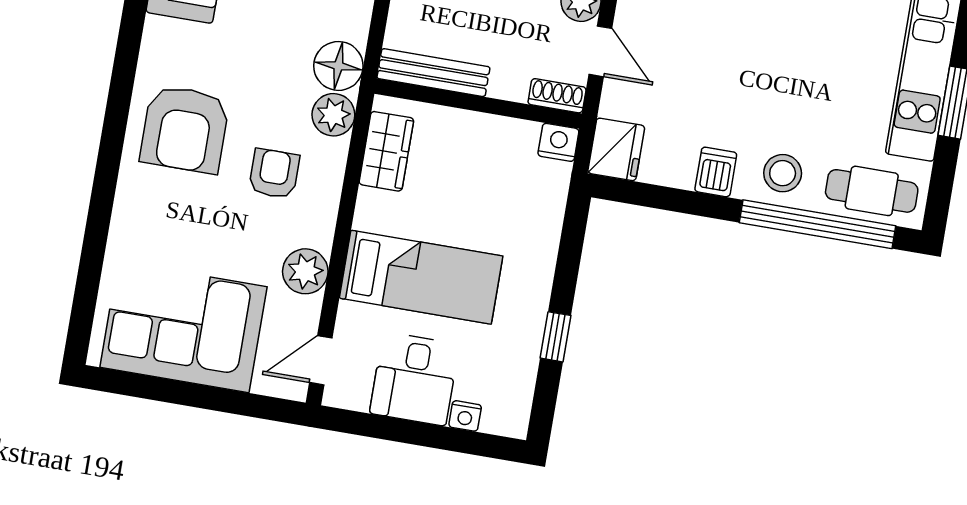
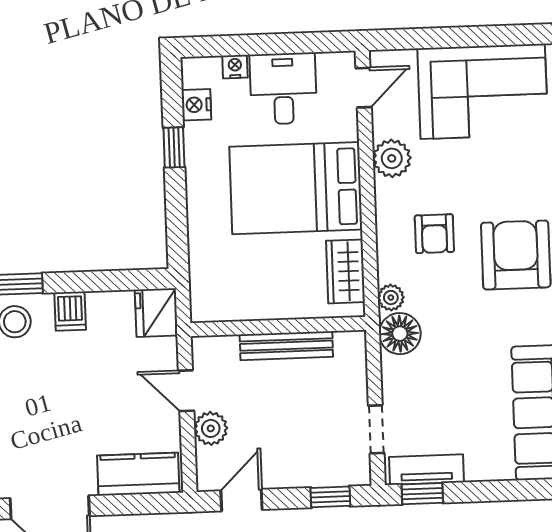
bench: (433, 73) -> (286, 346), moved
shoe rack: (557, 96) -> (214, 347), removed
plant: (333, 115) -> (391, 298), width x0.73, depth x0.73
nightstand: (558, 142) -> (196, 105), moved, turned 90
bed: (421, 277) -> (296, 188), width x1.50

